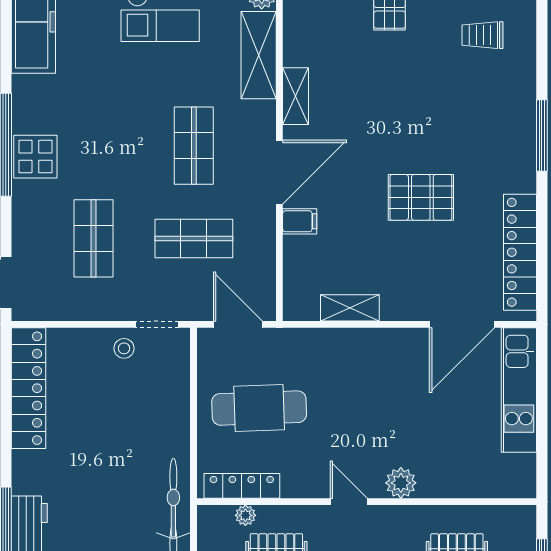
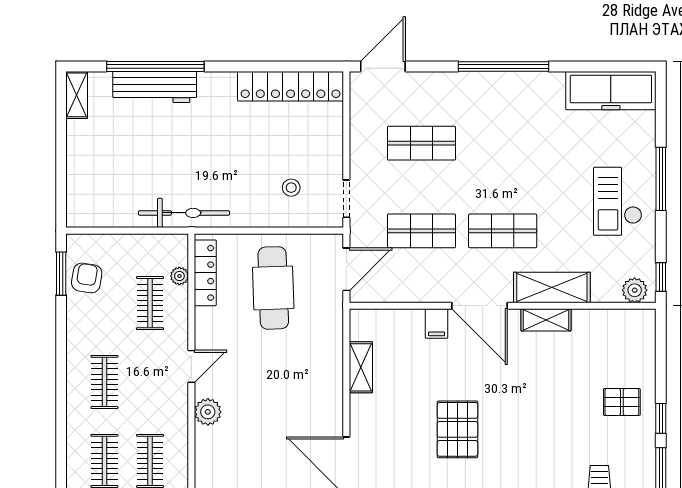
shelving: (259, 55) -> (552, 287), moved
display table: (35, 157) -> (493, 92), removed
shop shelf: (194, 238) -> (421, 231), turned 90
stool: (124, 348) -> (291, 188), moved

